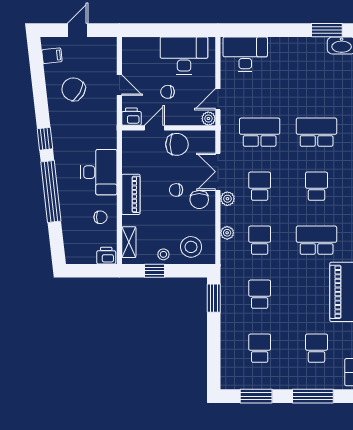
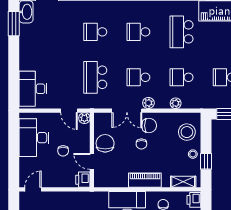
door: (119, 85) -> (33, 189), moved
school desk: (317, 132) -> (95, 32), width x0.54

